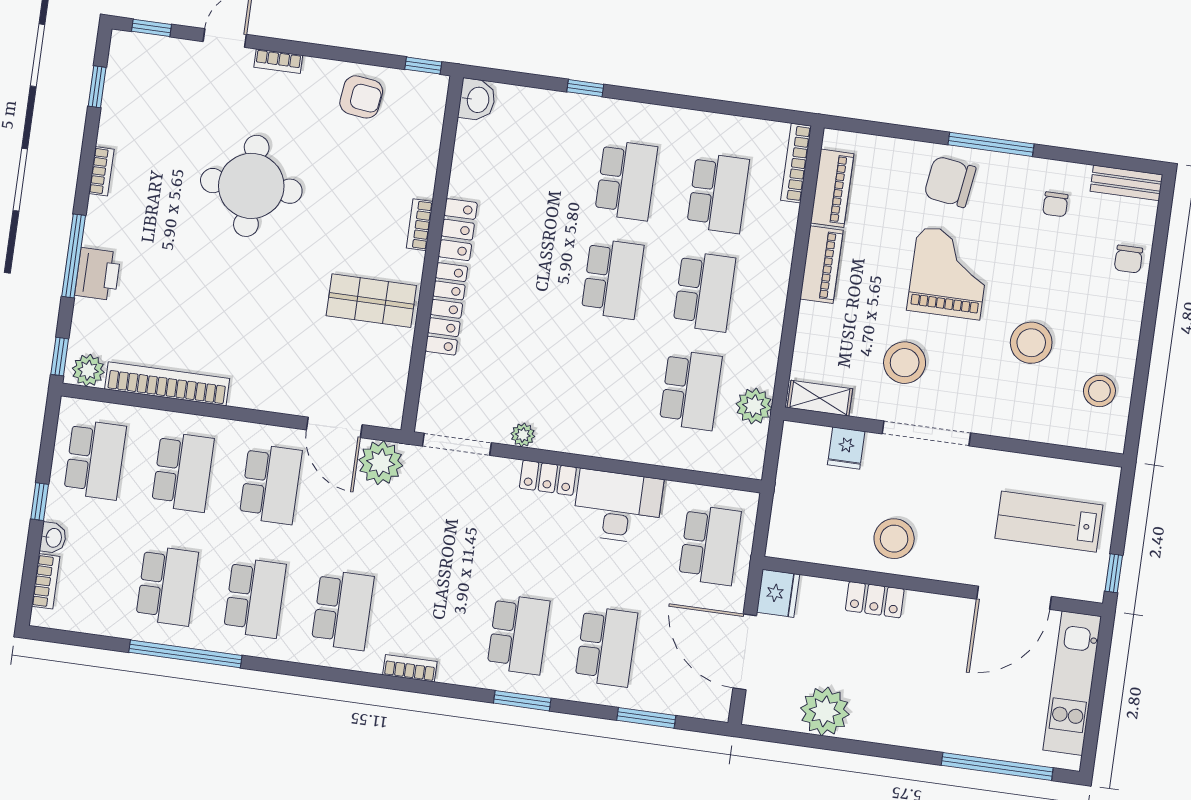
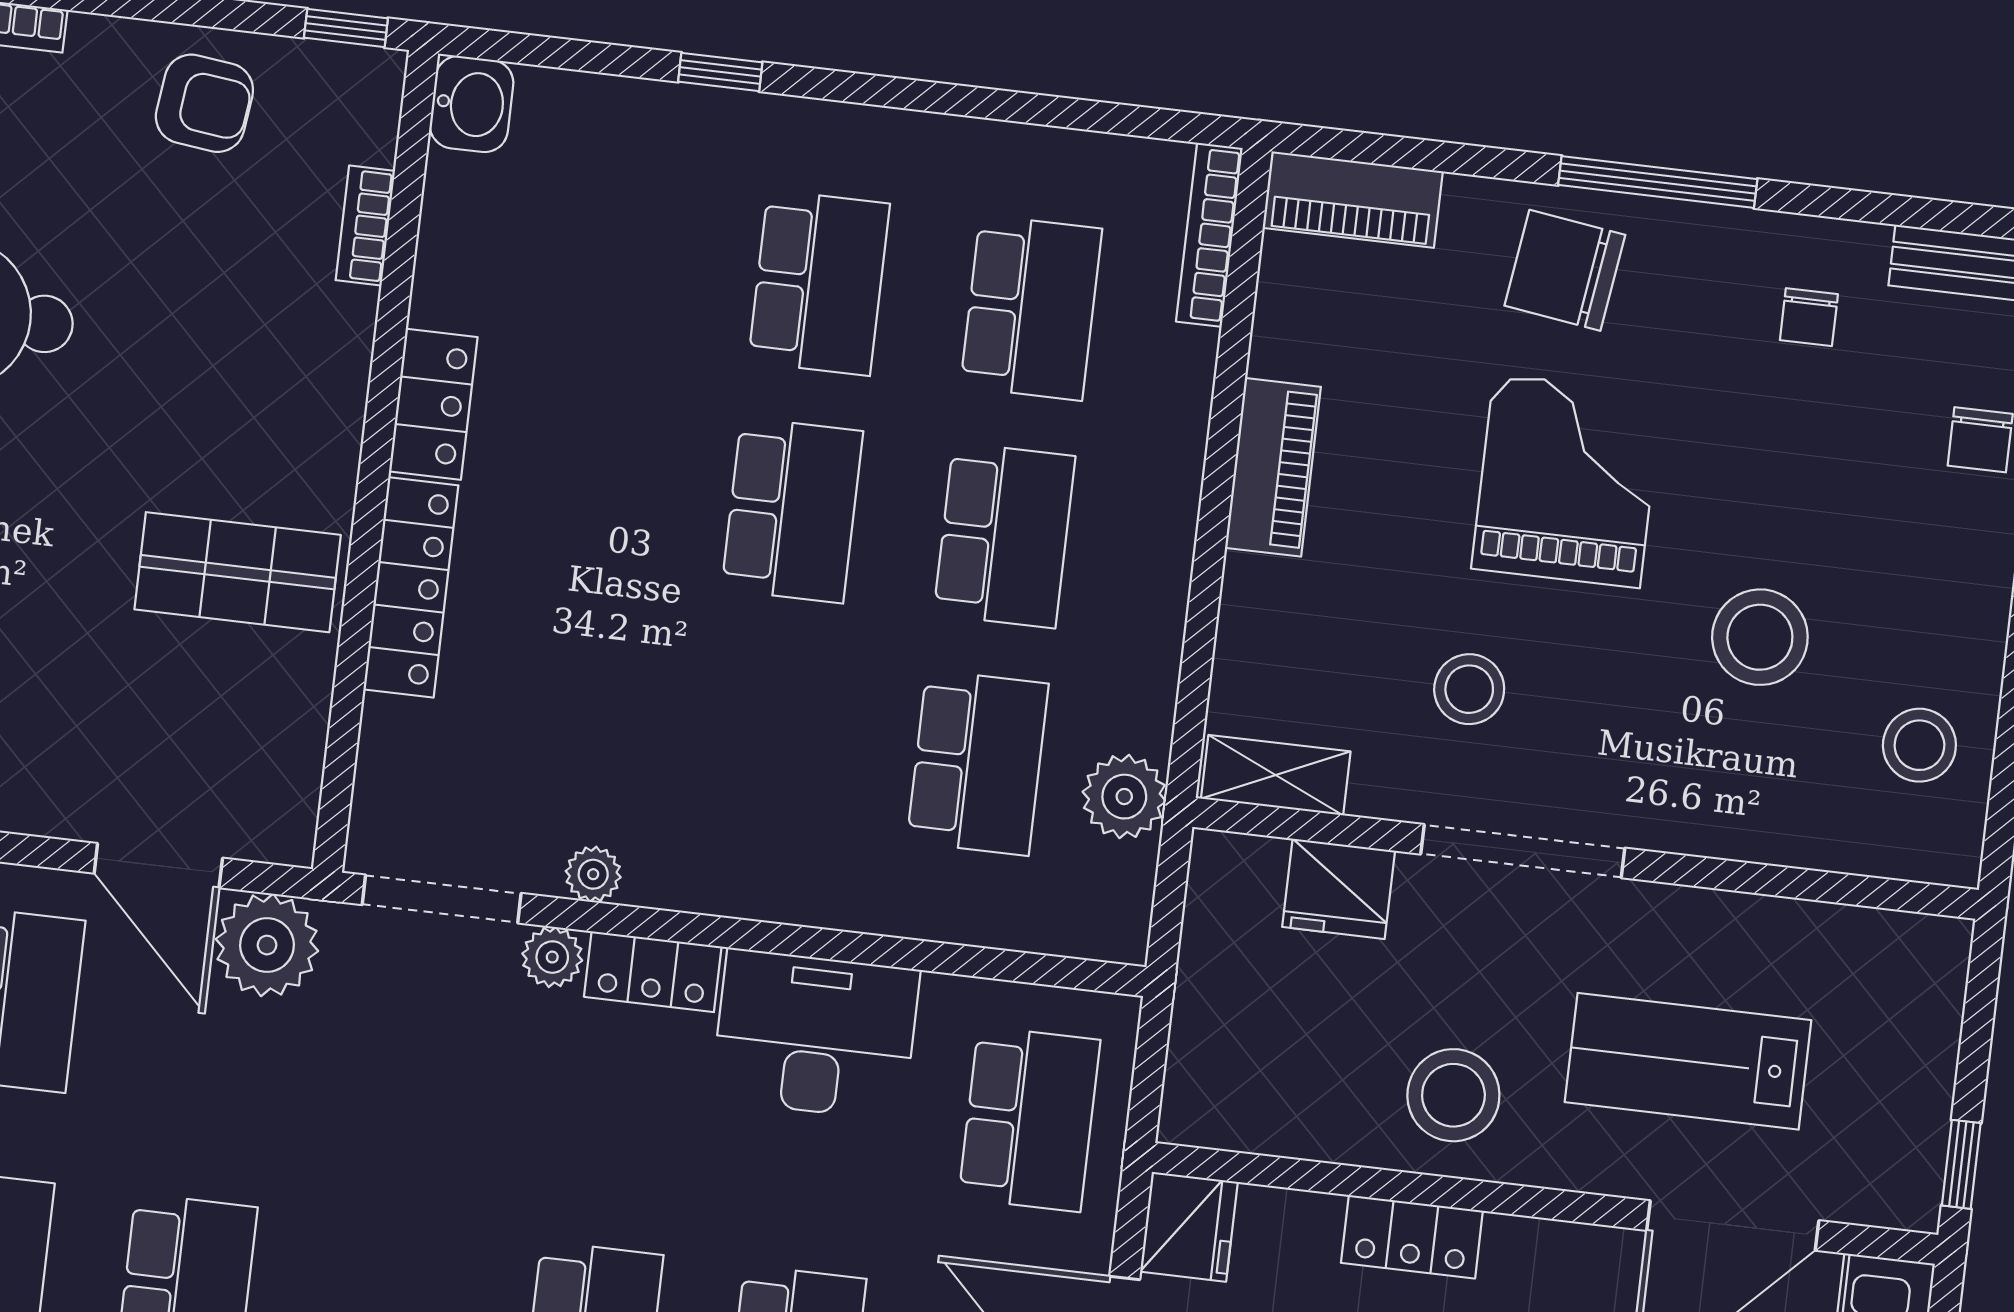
piano: (832, 188) -> (1353, 200), moved, turned 90
bookcase: (420, 225) -> (365, 226), moved
stool: (905, 363) -> (1469, 689), width x0.73, depth x0.73
fridge: (846, 448) -> (1339, 889), width x1.38
plant: (504, 471) -> (552, 957), added
lab bench: (1049, 522) -> (1688, 1061), moved

